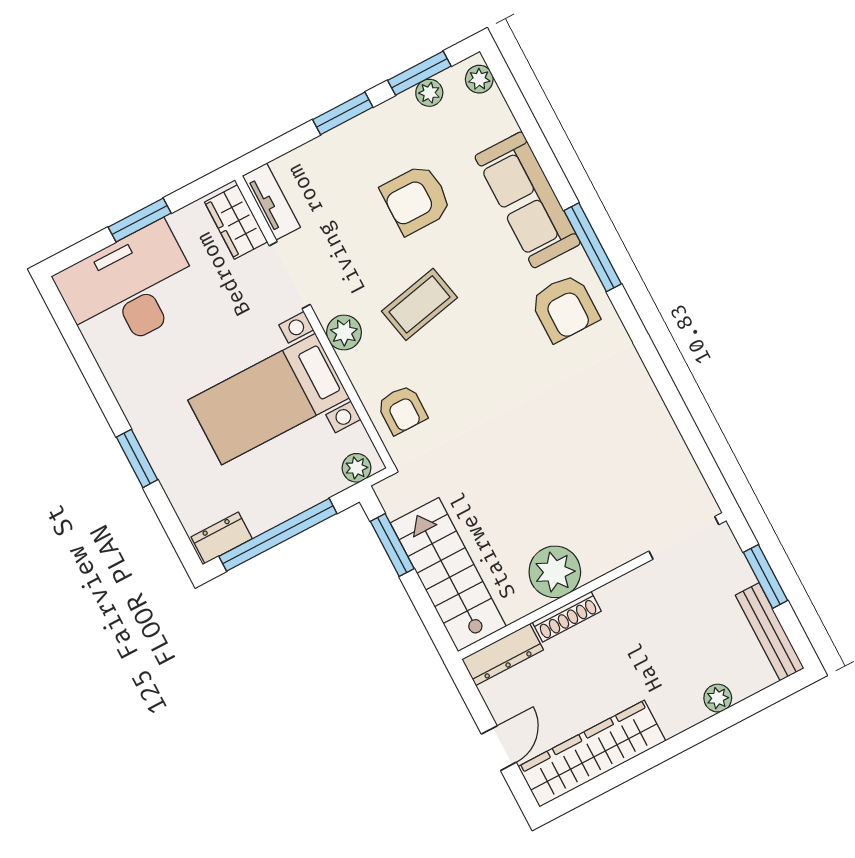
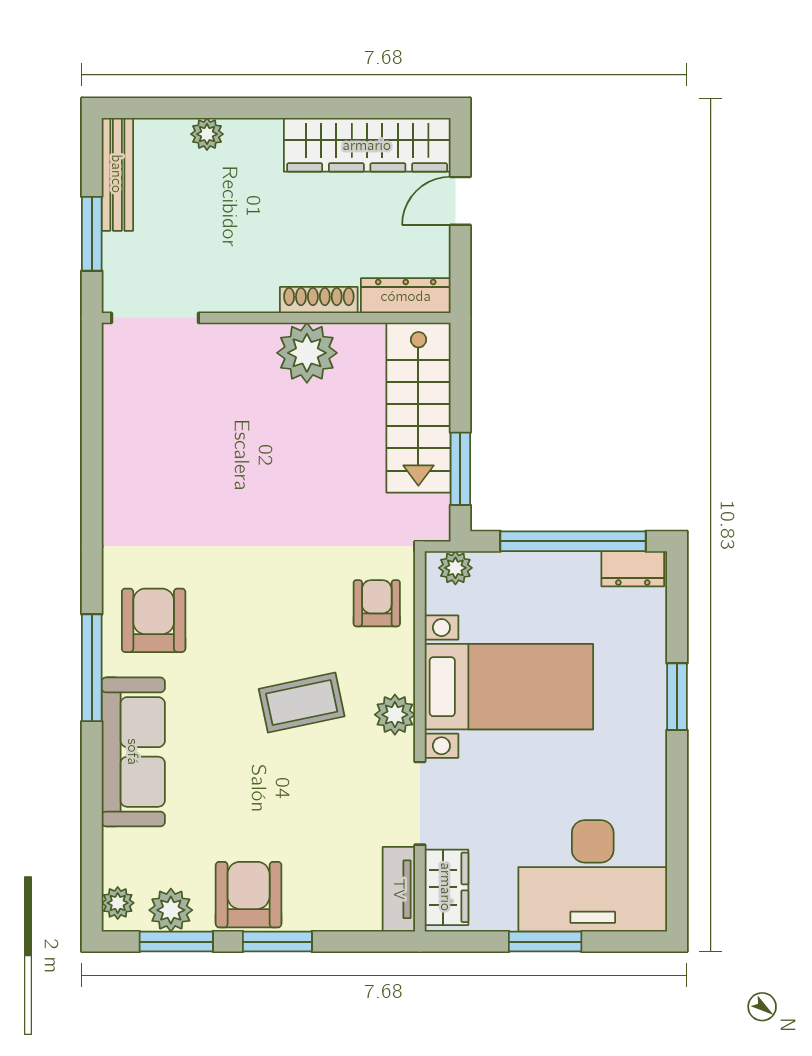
plant: (429, 93) -> (171, 910), width x1.38, depth x1.38
armchair: (416, 199) -> (249, 895), moved, turned -90

